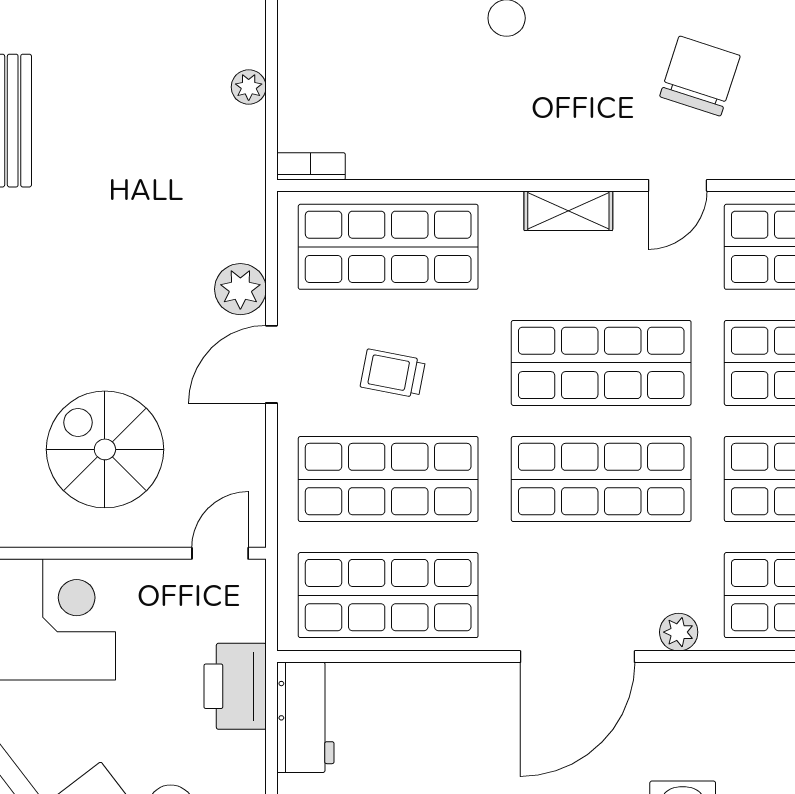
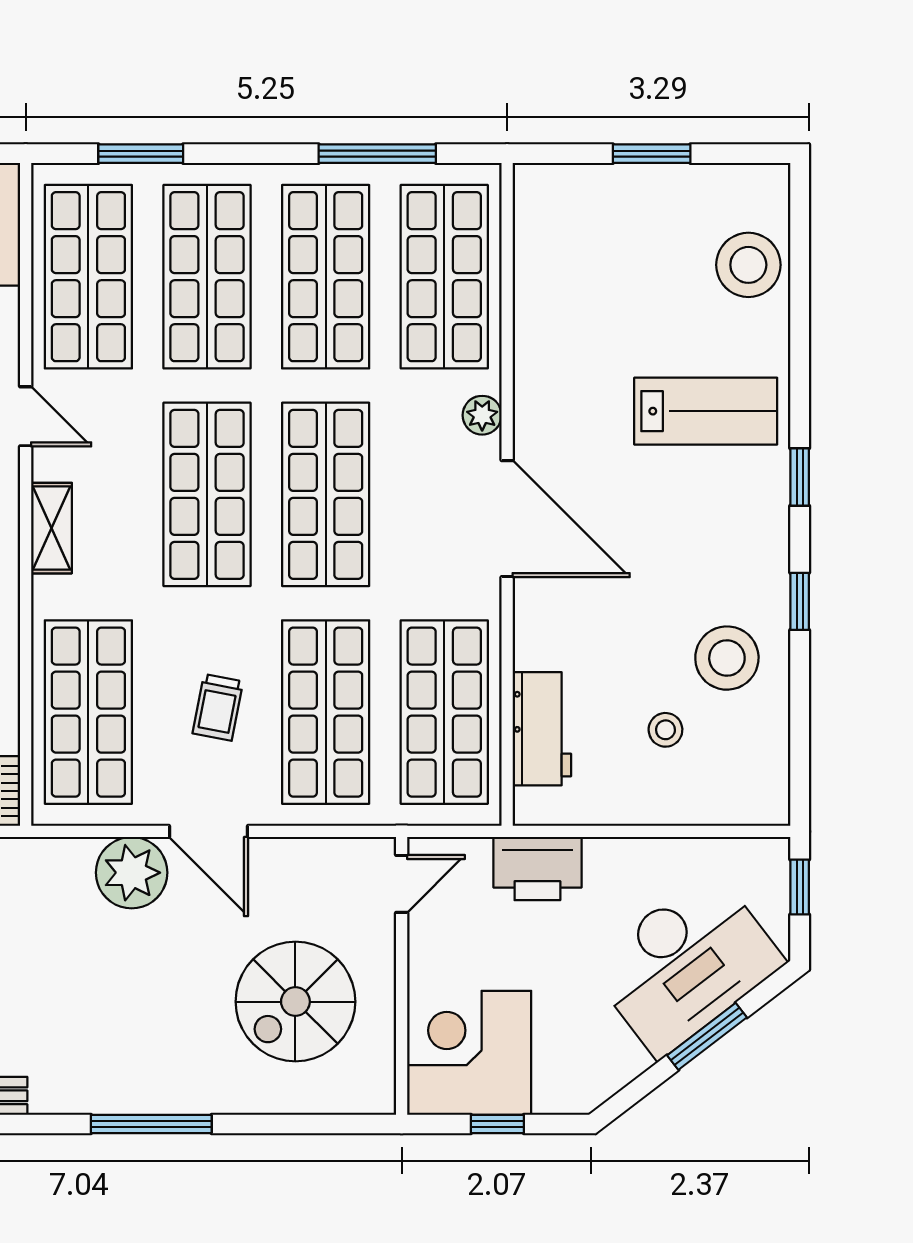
plant: (240, 289) -> (132, 873), width x1.36, depth x1.36
door: (220, 553) -> (402, 884), swing flipped
workbench: (305, 717) -> (542, 729), moved, turned 90

